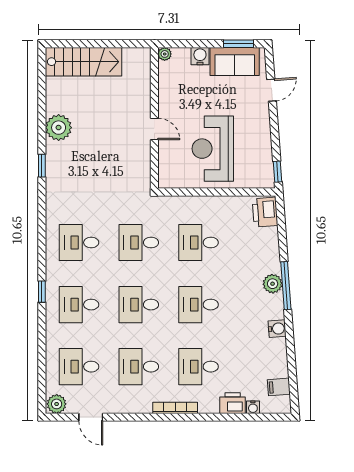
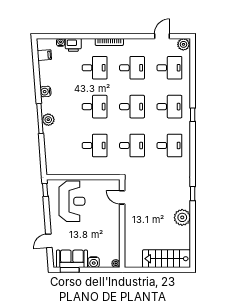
door: (154, 129) -> (122, 197), moved
reception desk: (213, 149) -> (72, 201), moved
printer: (265, 212) -> (53, 164), removed
door: (91, 417) -> (162, 36), hinge flipped

